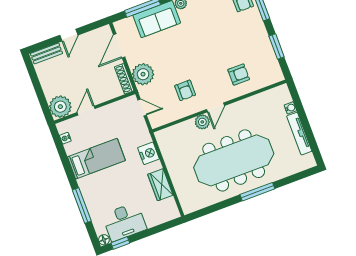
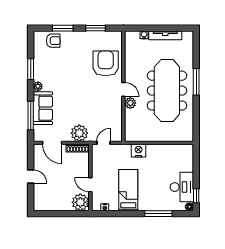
bench: (46, 53) -> (38, 198), removed
armchair: (239, 74) -> (106, 63), width x1.88, depth x1.88
armchair: (185, 90) -> (103, 107), removed
wardrobe: (160, 185) -> (165, 151), removed

